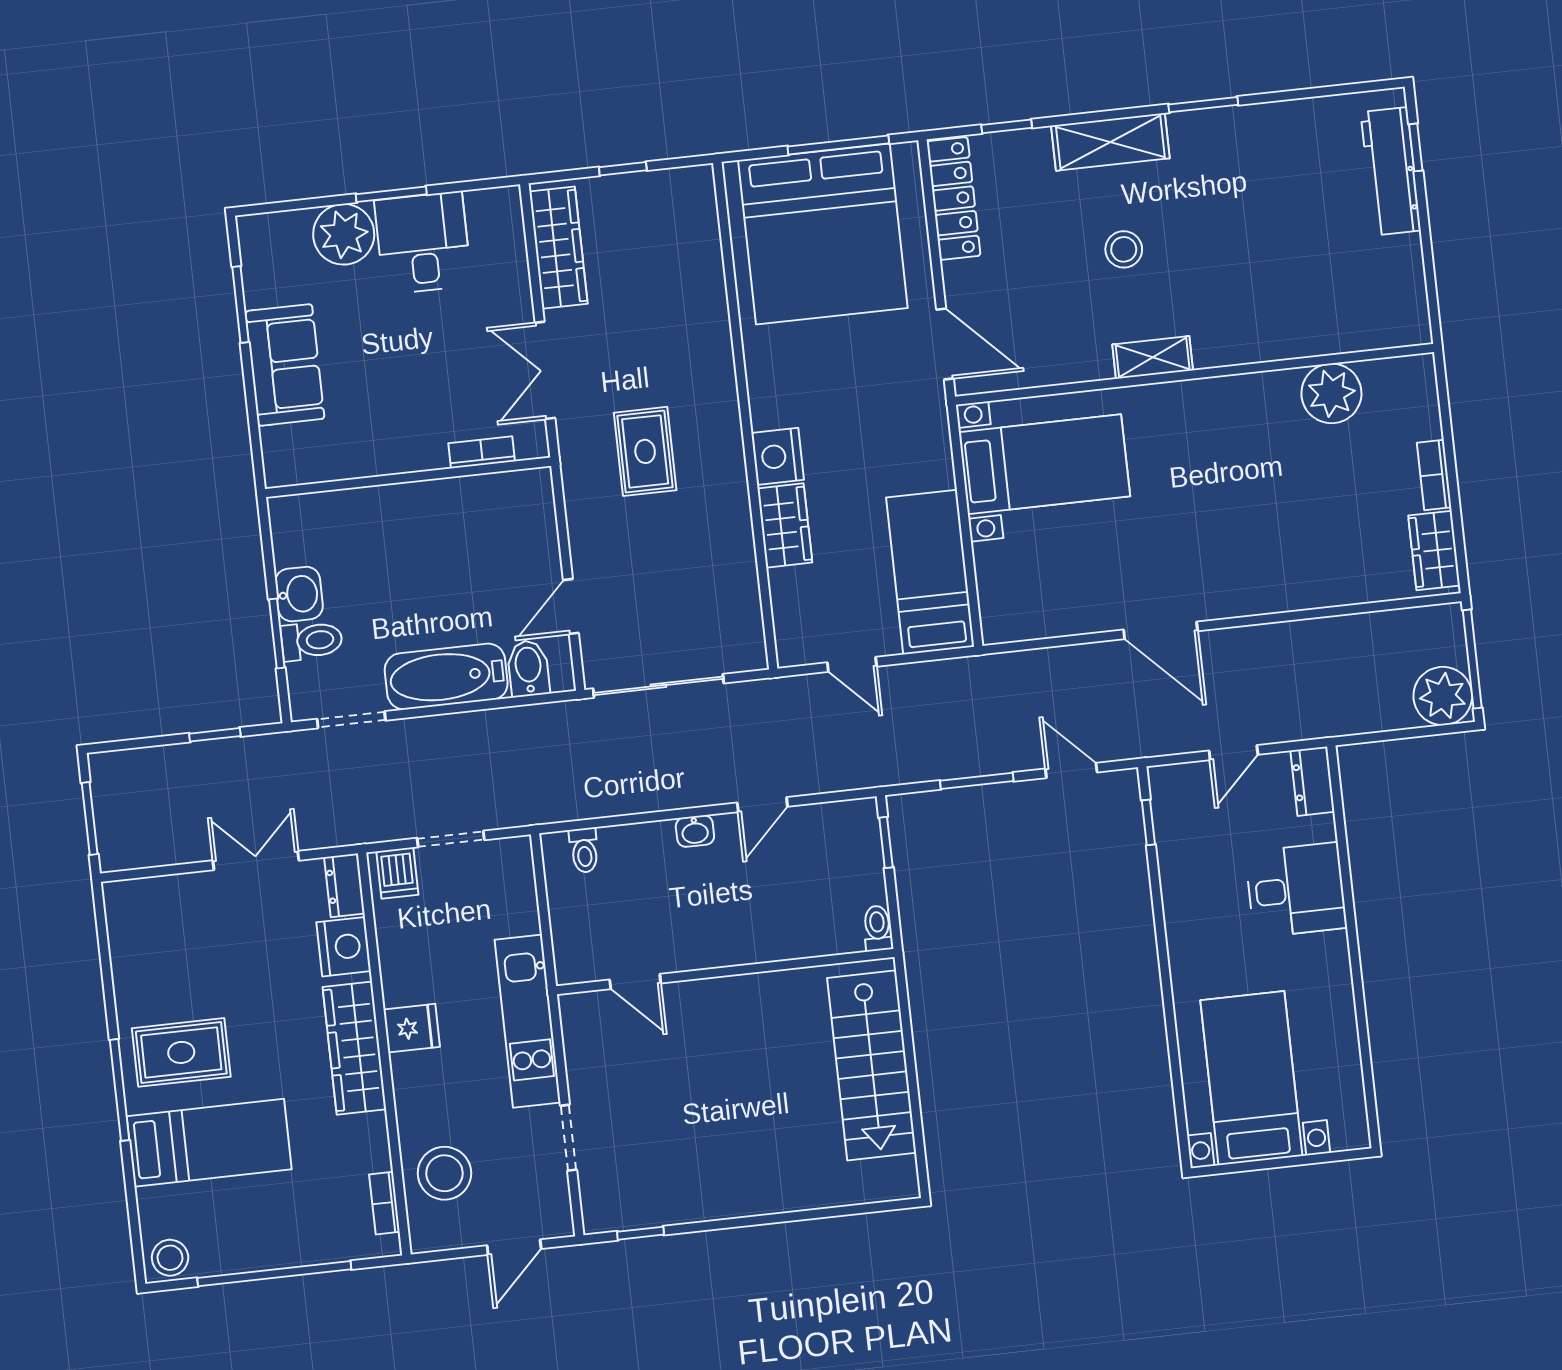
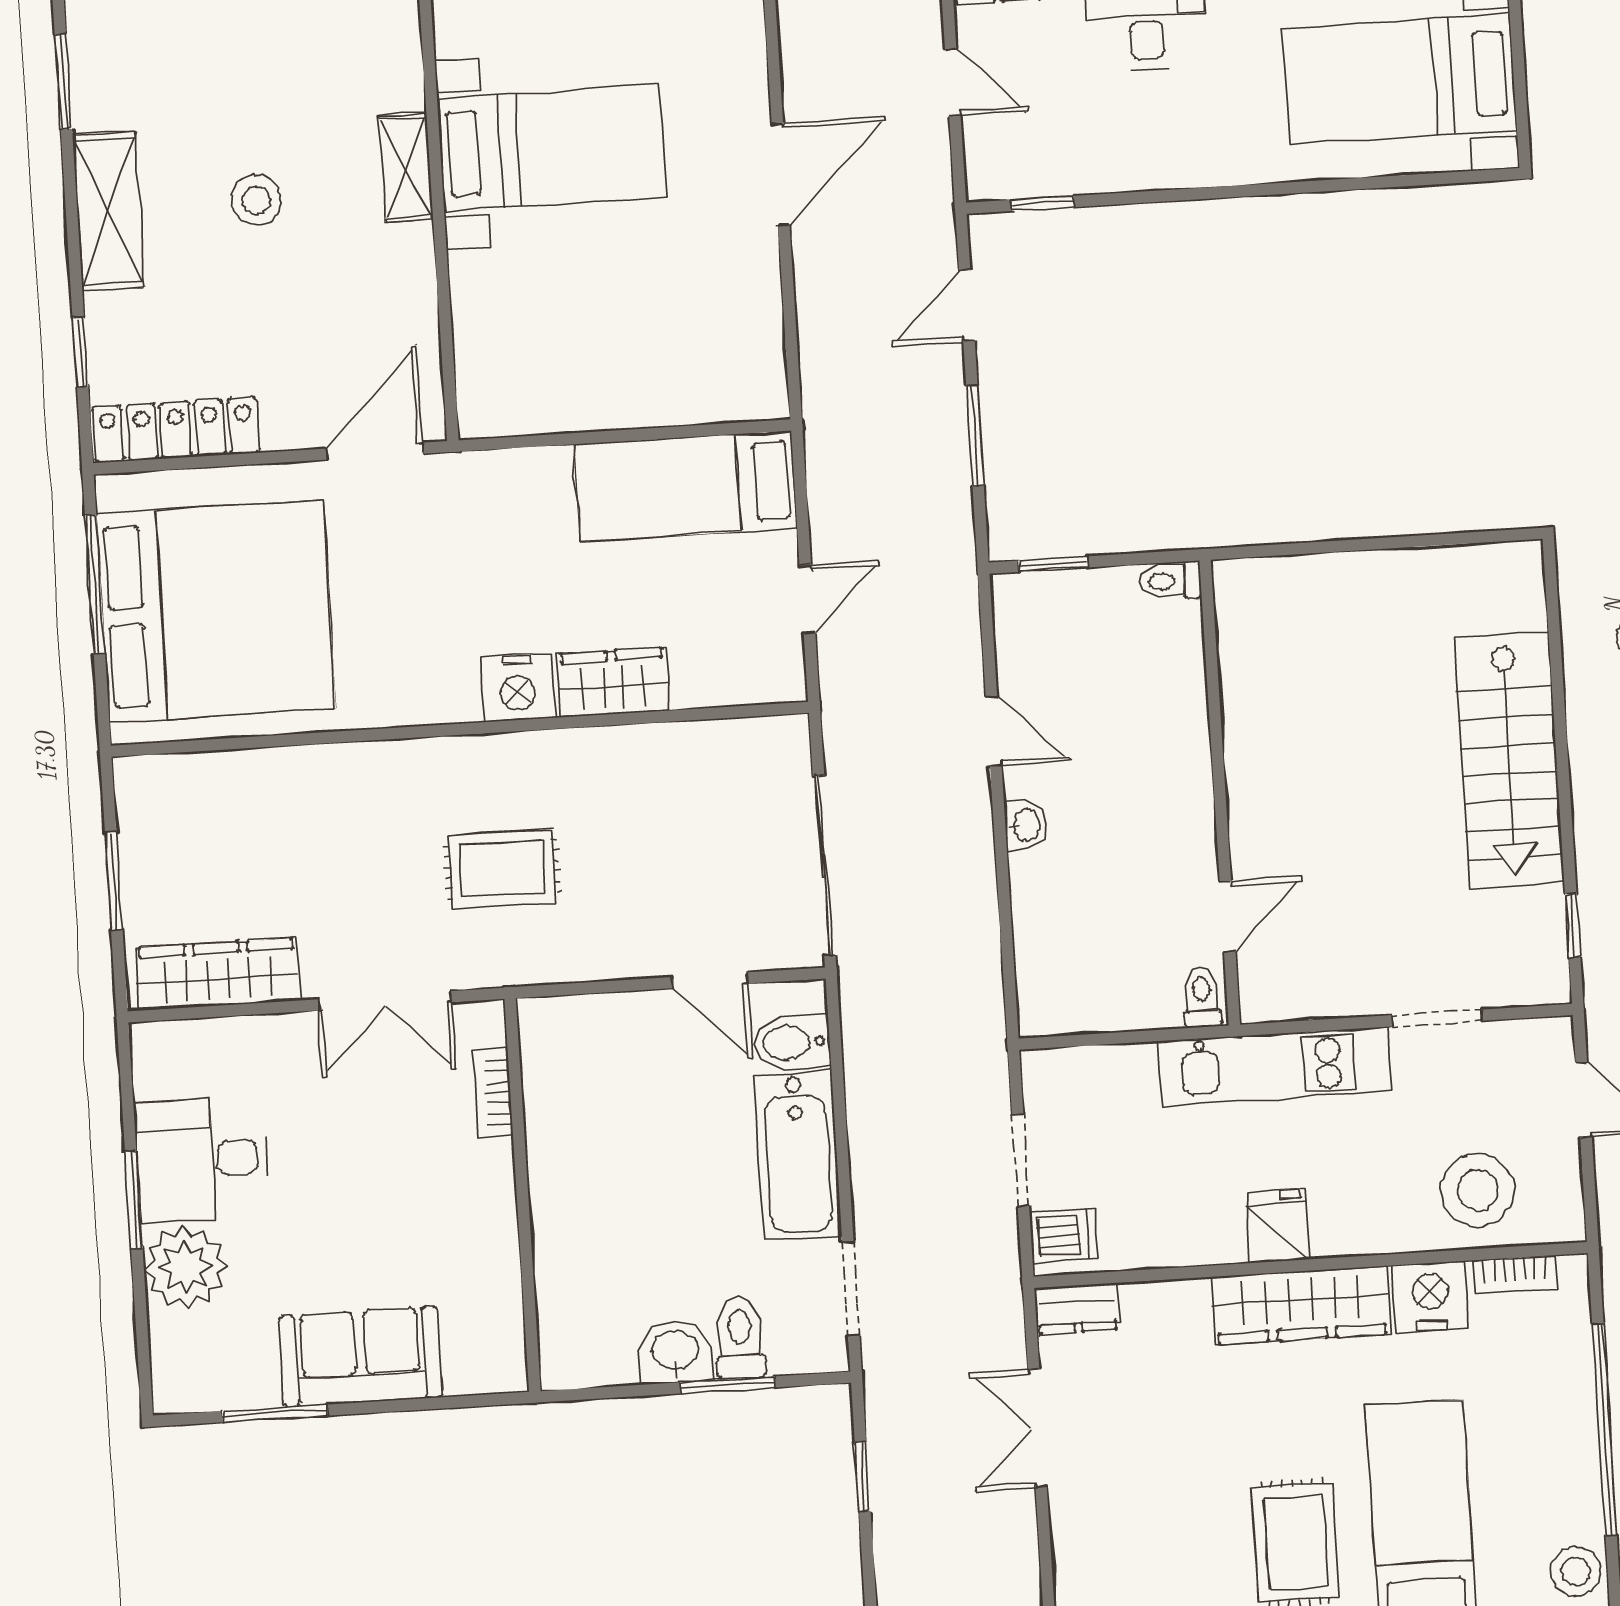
window: (623, 169) -> (114, 881), width x1.50
bed with nightstands: (1044, 464) -> (552, 148), moved, turned 90
toilet: (584, 850) -> (1202, 997), moved, turned -90
nightstand: (344, 947) -> (1430, 1297), moved
stairs: (872, 1065) -> (1509, 759), moved, turned 90

